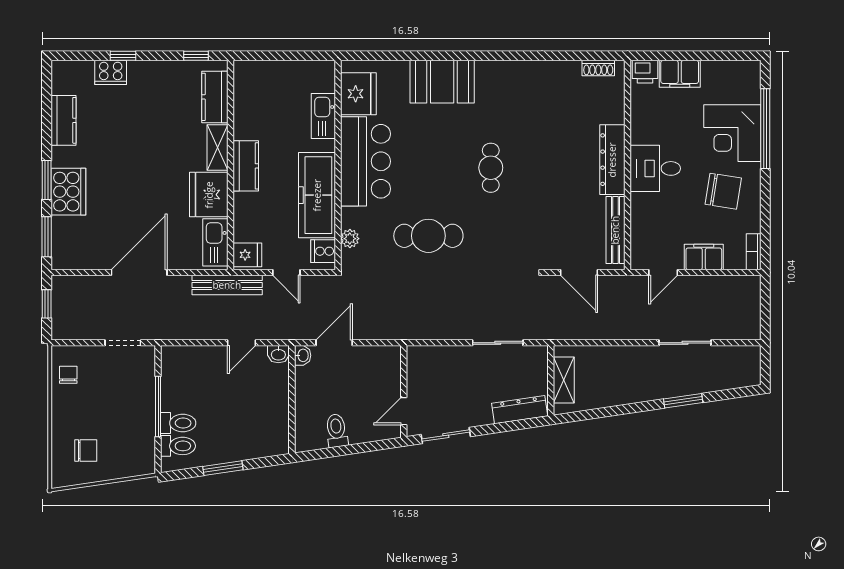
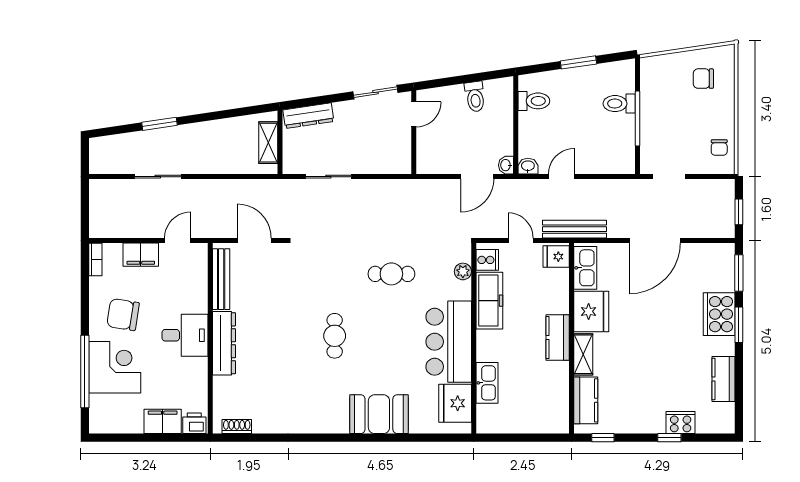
freezer: (317, 195) -> (489, 301), width x0.73, depth x0.79
cafe table: (428, 236) -> (391, 274), width x0.73, depth x0.74
toilet: (178, 446) -> (534, 101), moved, turned 180

